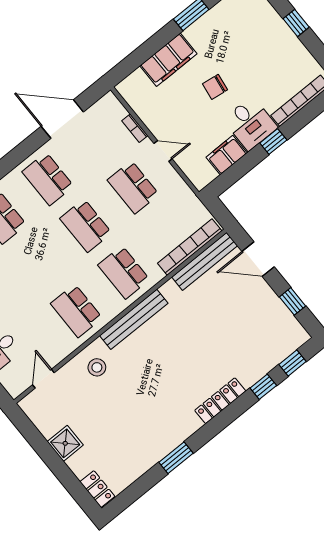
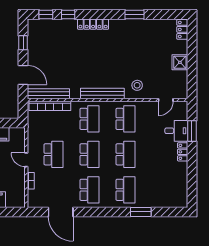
school desk: (38, 264) -> (125, 154), added

